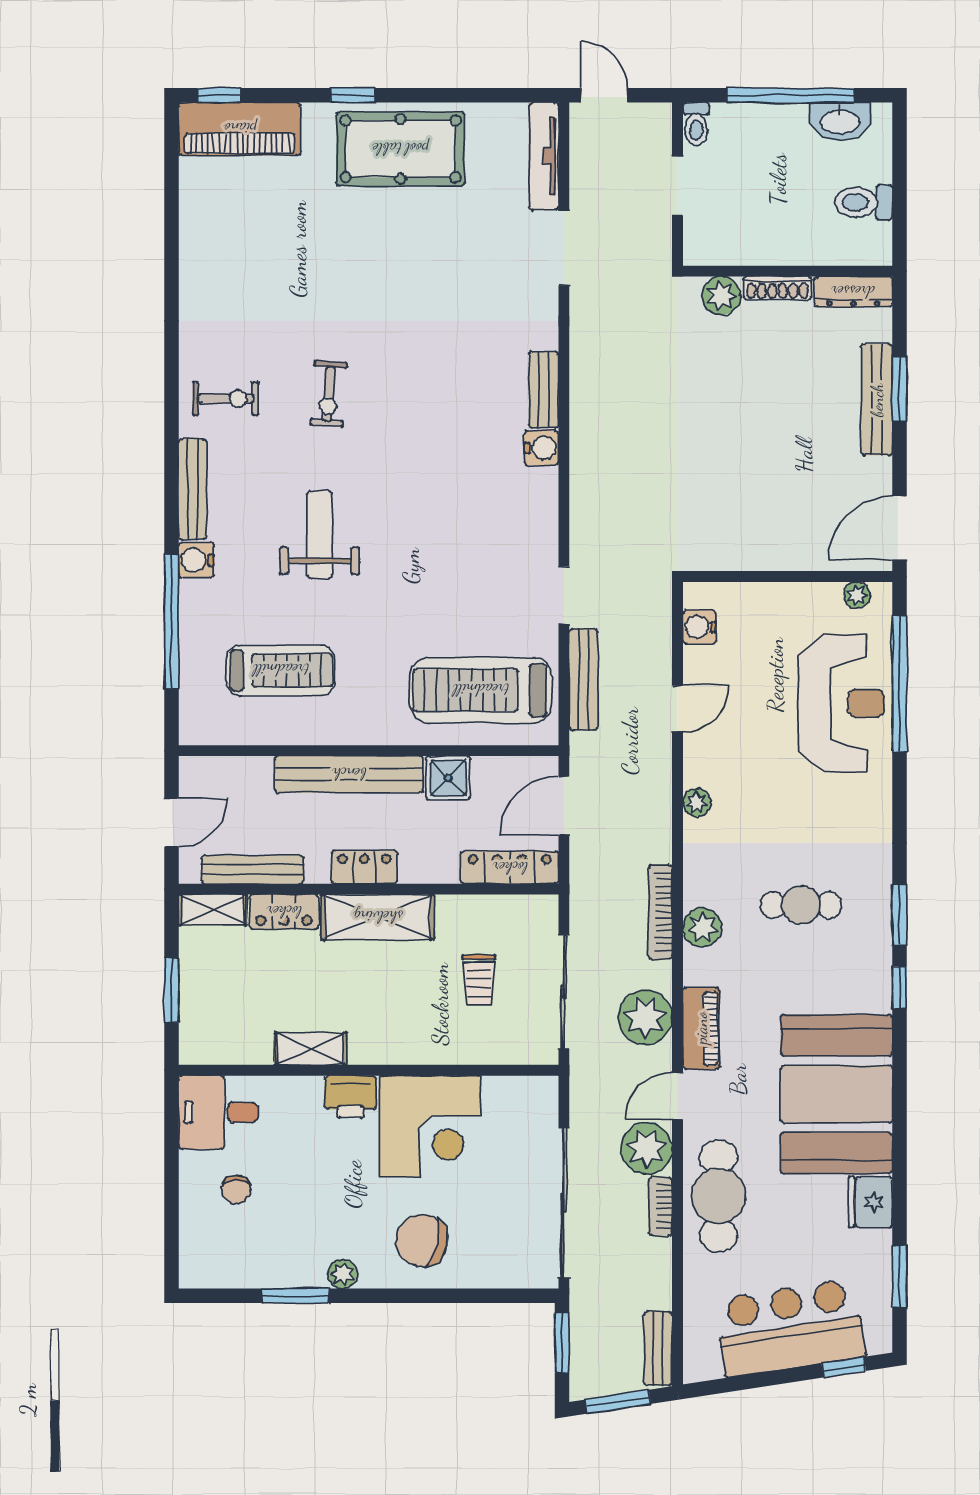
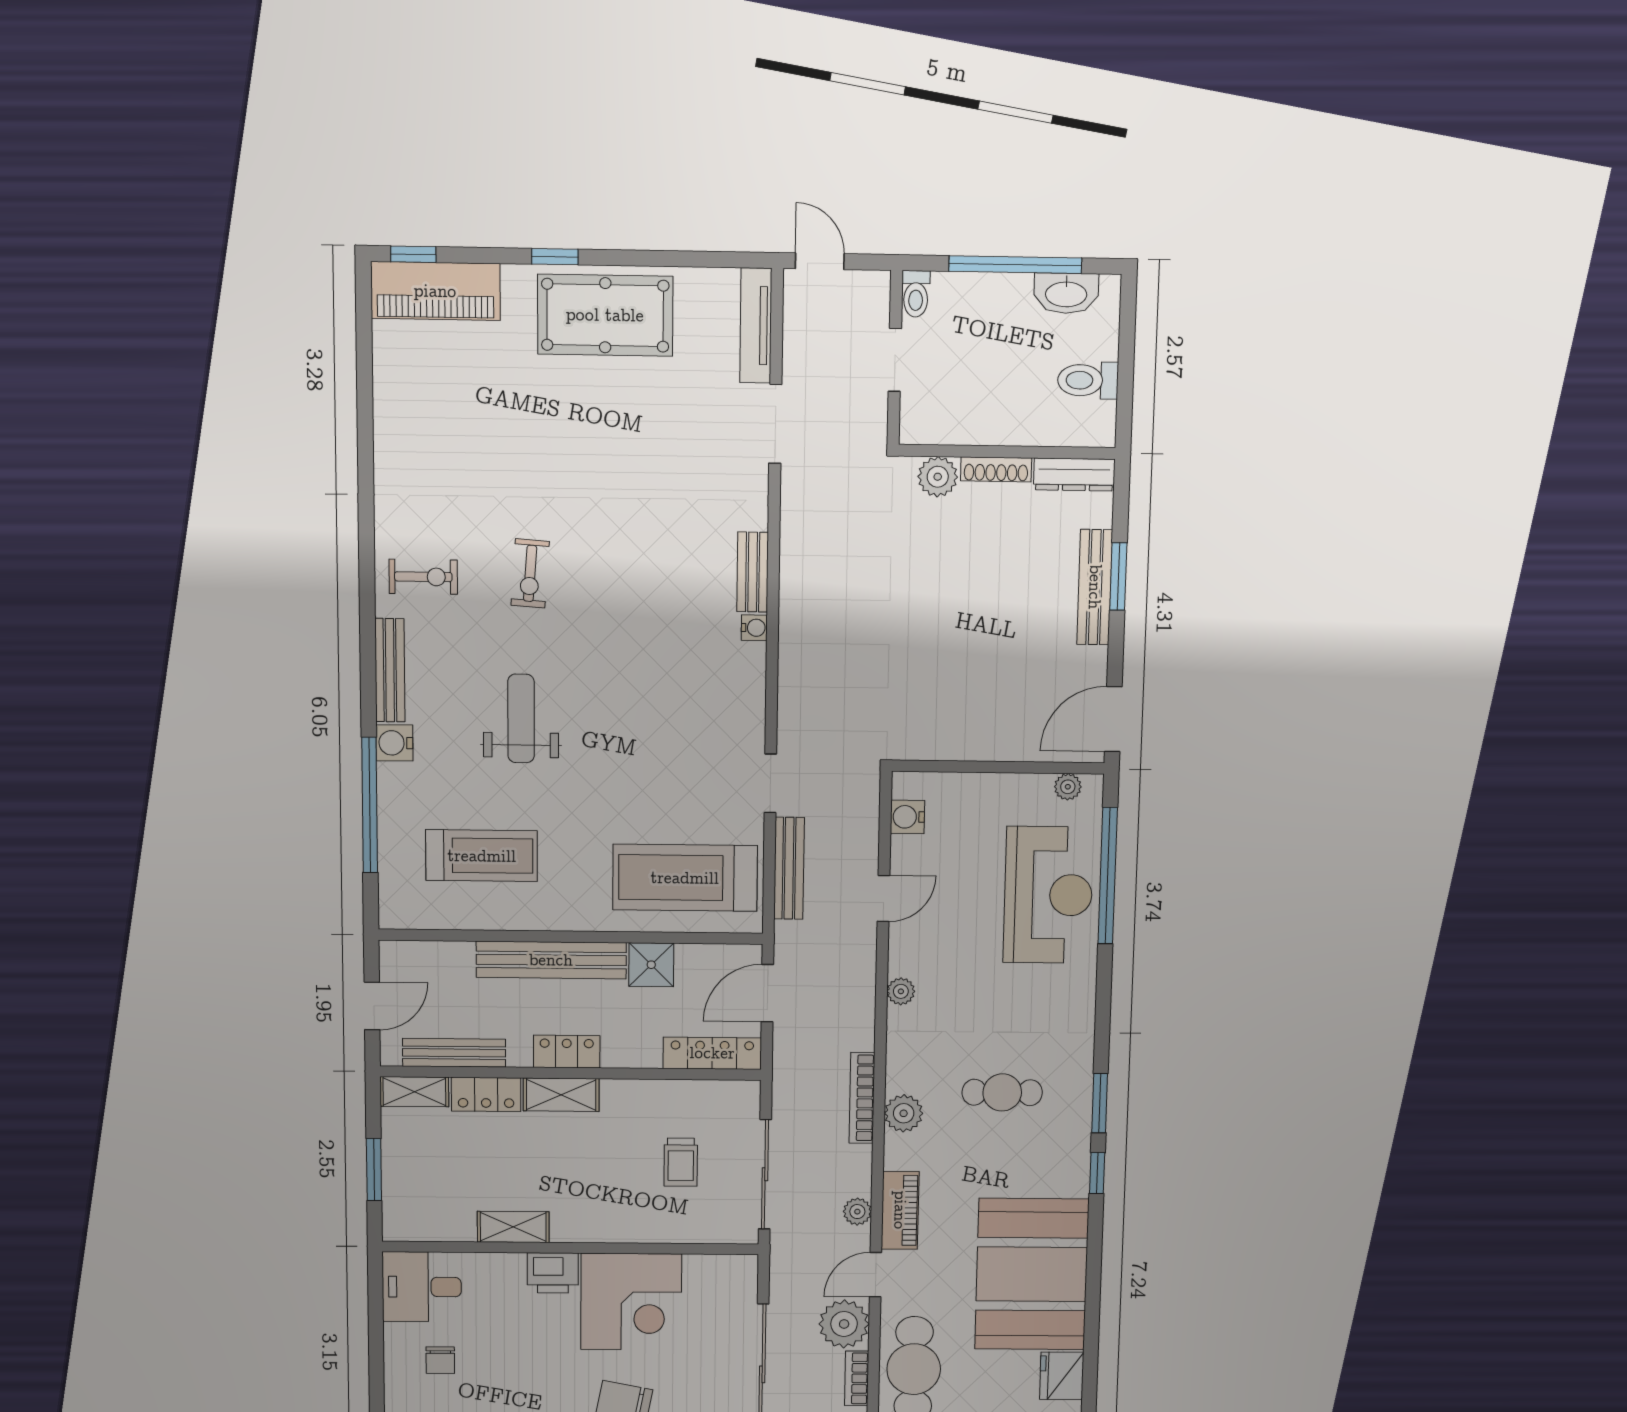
water cooler: (541, 448) -> (754, 628), width x0.72, depth x0.72
shelving: (378, 917) -> (561, 1095), width x0.67, depth x0.75
plant: (645, 1017) -> (857, 1212), width x0.53, depth x0.53

